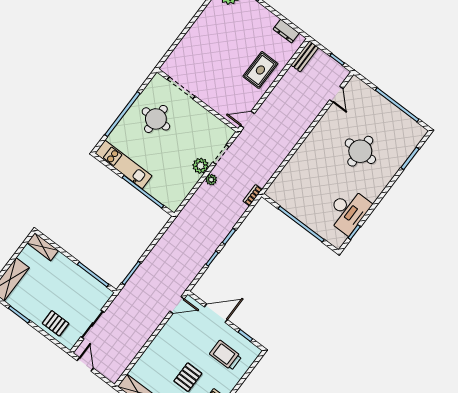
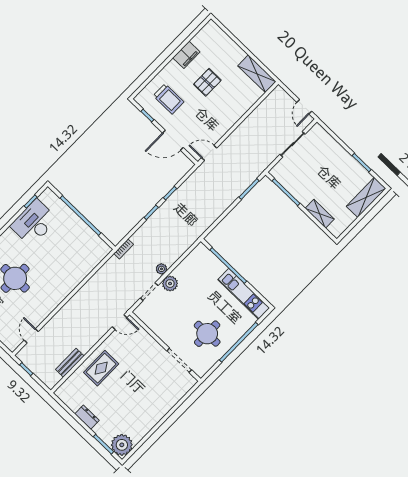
dresser: (286, 31) -> (87, 417), moved
bench: (305, 56) -> (70, 363), moved
shelving: (43, 247) -> (320, 214), moved
pallet: (56, 323) -> (328, 150), removed

